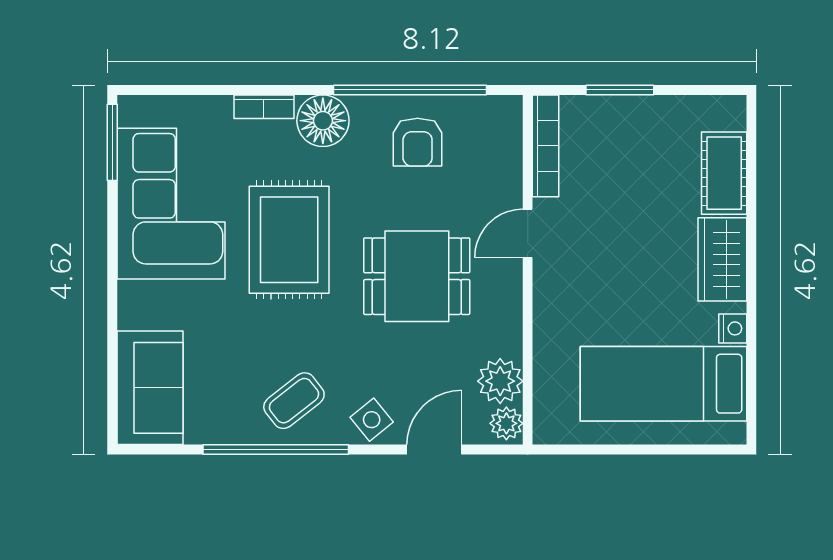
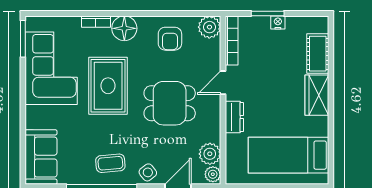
window: (410, 90) -> (166, 14), removed
plant: (500, 118) -> (209, 27), added
dresser: (551, 305) -> (234, 117), added
nightstand: (733, 328) -> (278, 22), moved, turned -90
coffee table: (294, 401) -> (110, 163), turned 33

